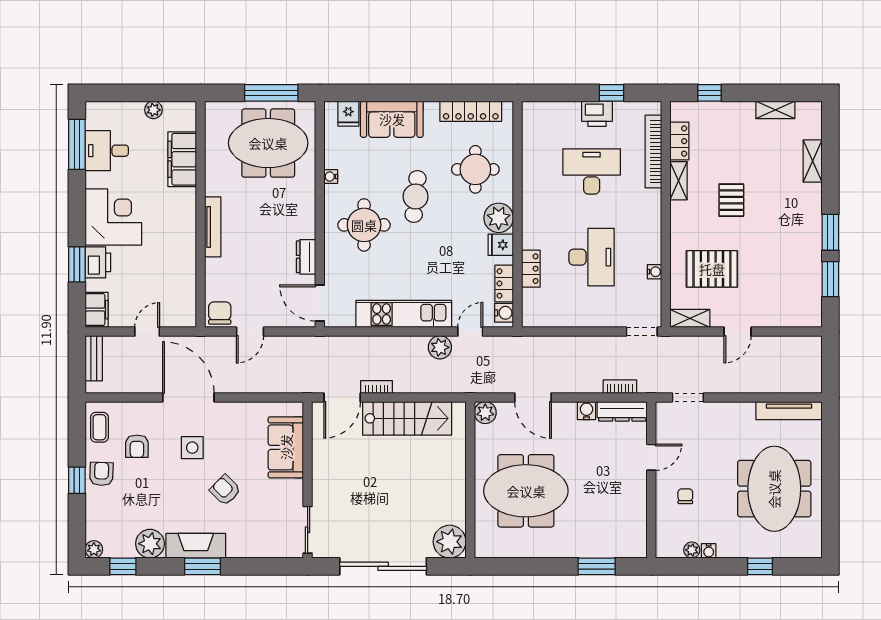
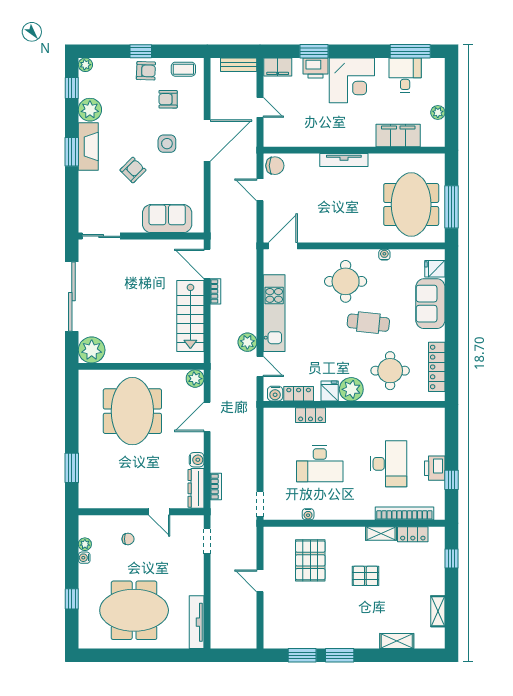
dresser: (306, 257) -> (320, 235), removed
shelving: (690, 318) -> (271, 543), removed

